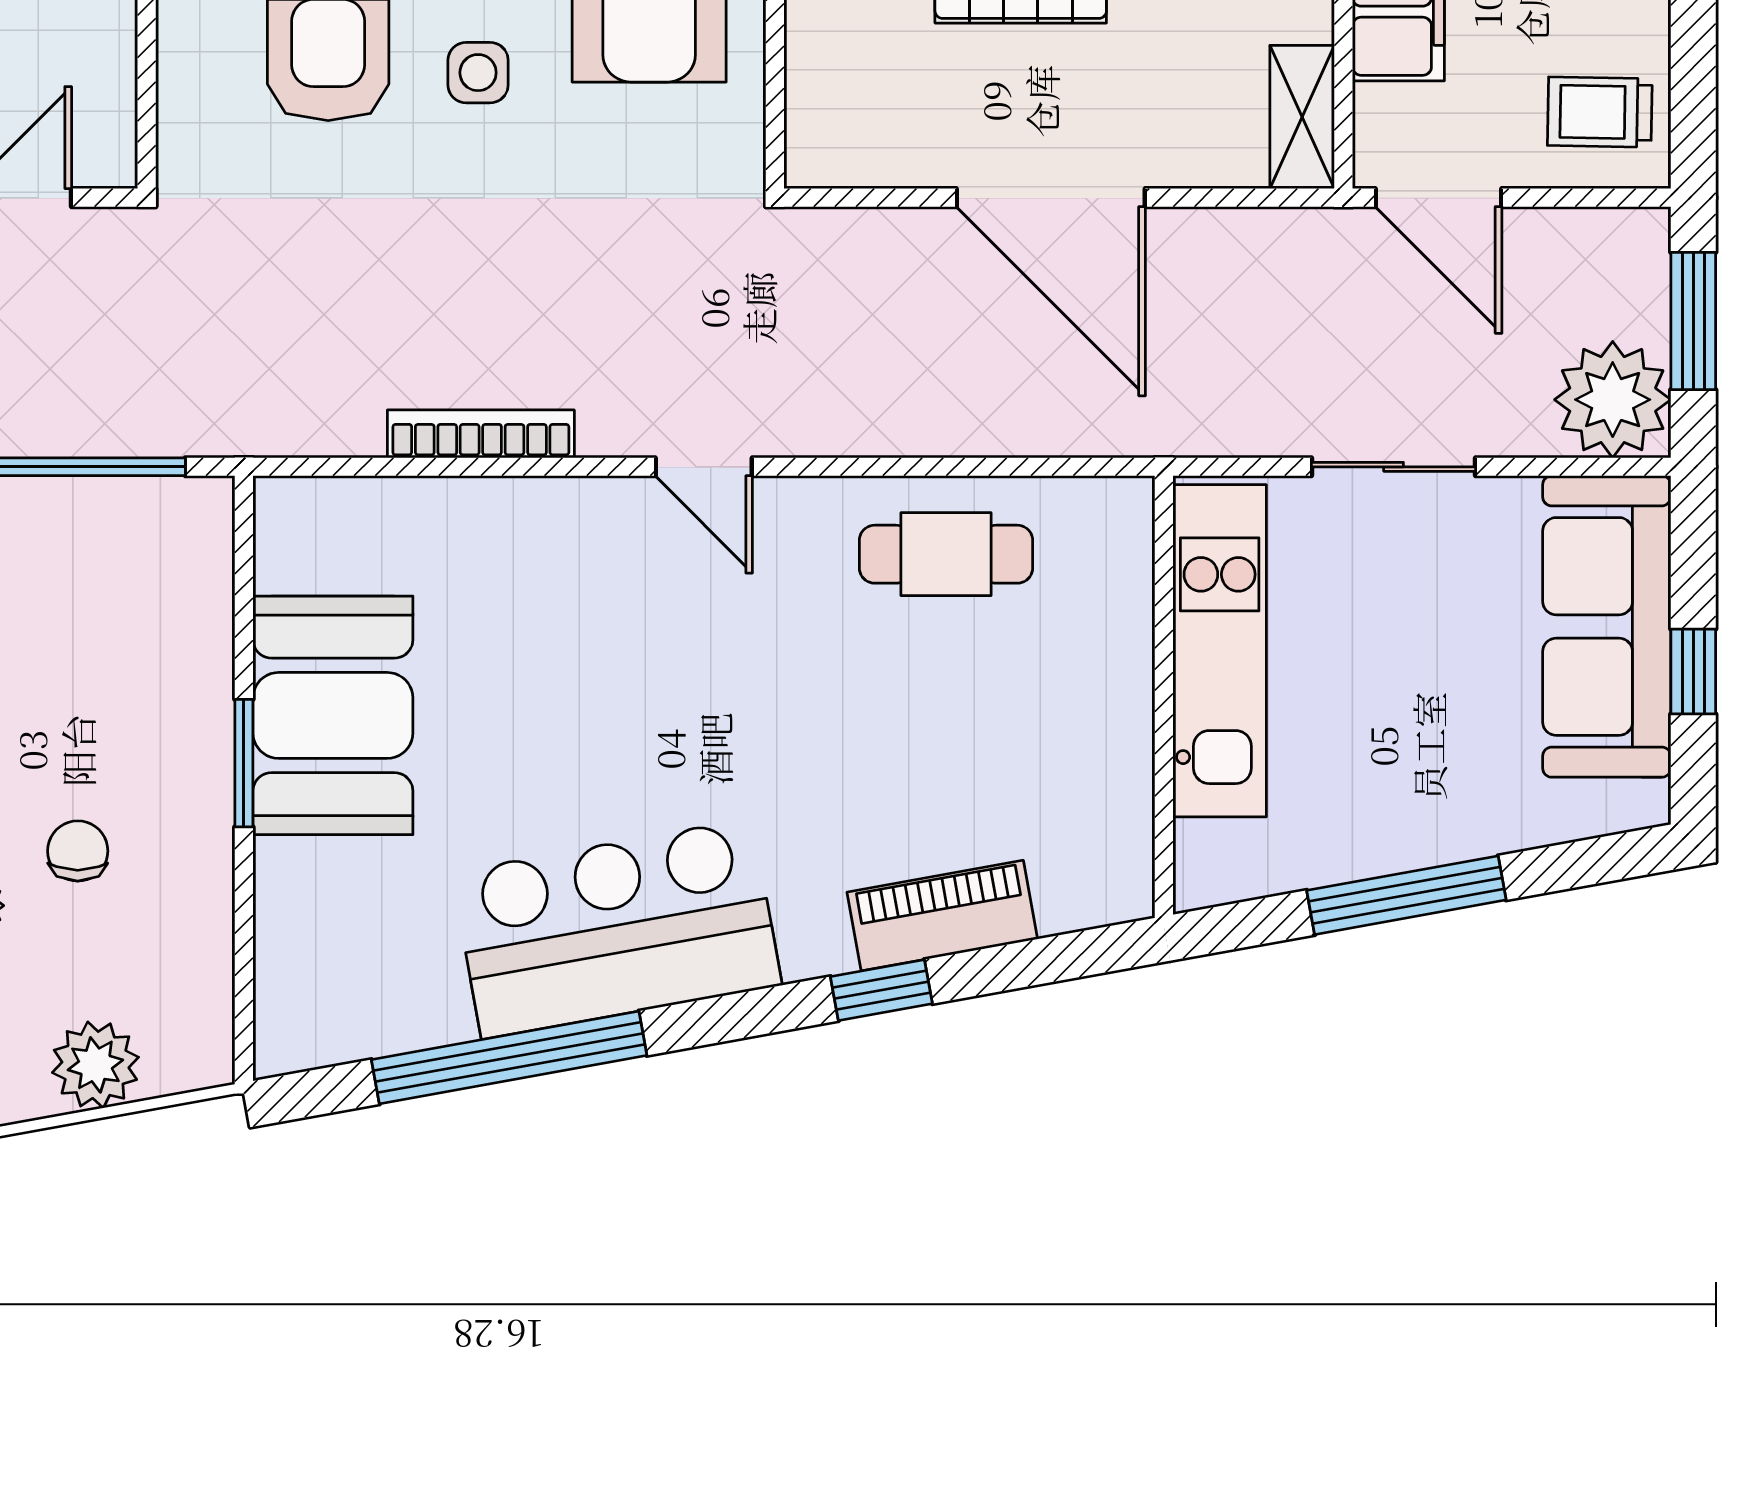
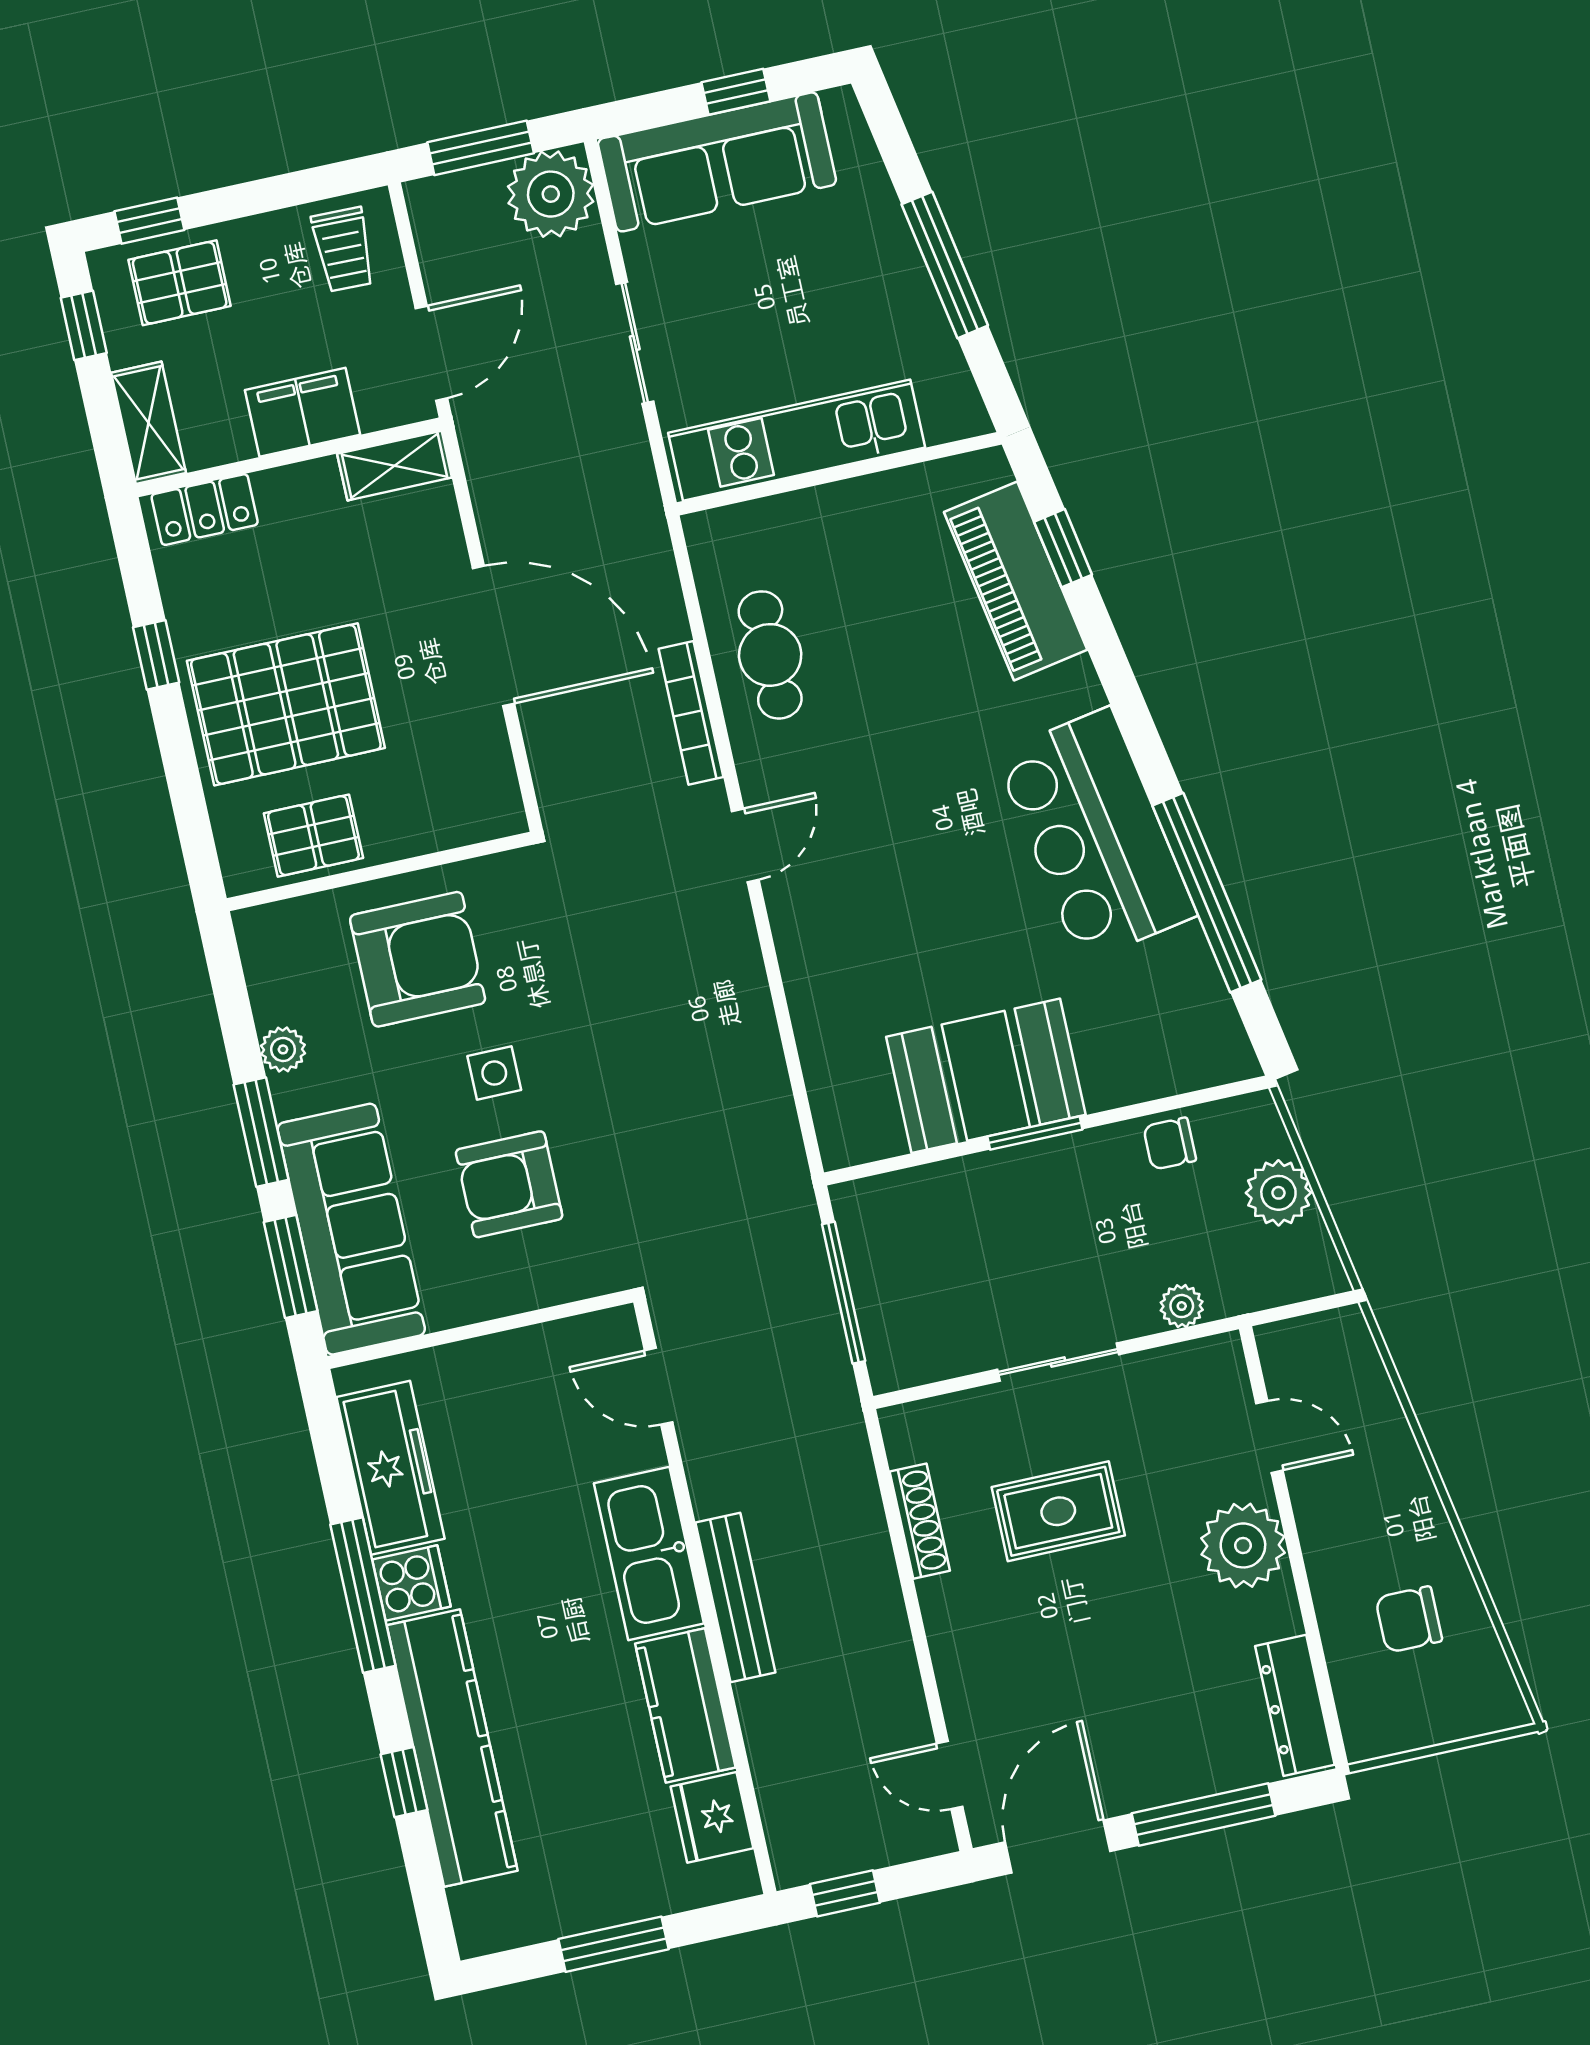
door: (1051, 198) -> (494, 636), hinge flipped
bookcase: (481, 434) -> (691, 713), moved
chair: (78, 851) -> (1170, 1144), moved
piano: (942, 916) -> (1016, 581), width x1.37, depth x1.33
window: (881, 990) -> (1063, 548), moved

